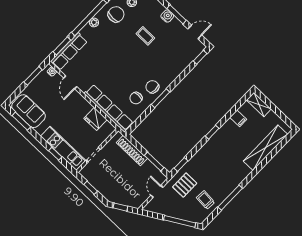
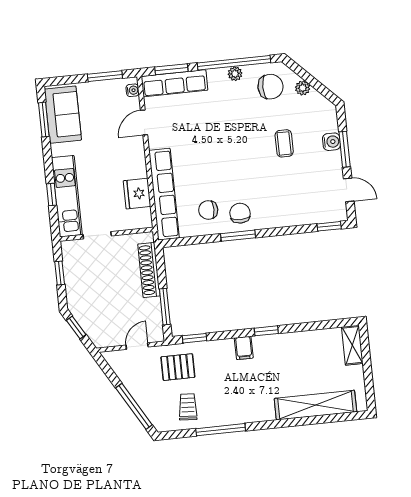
filing cabinet: (238, 118) -> (244, 348), moved

